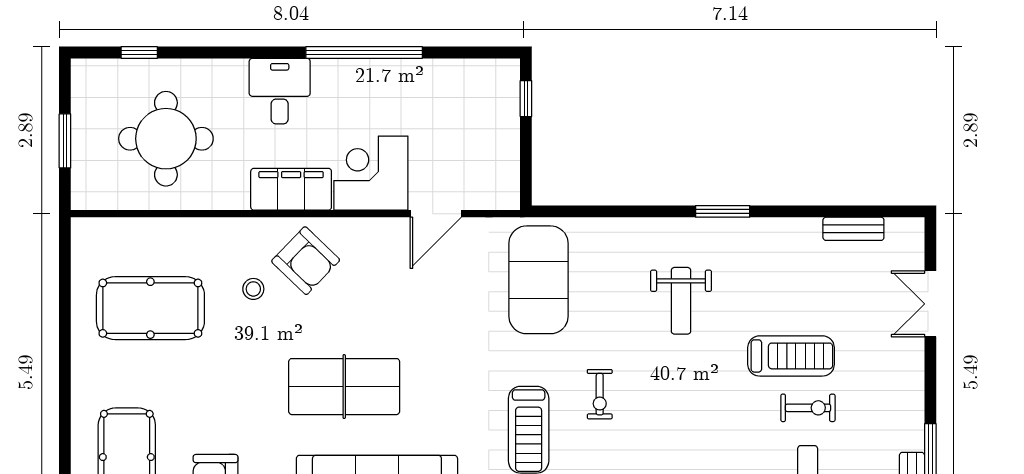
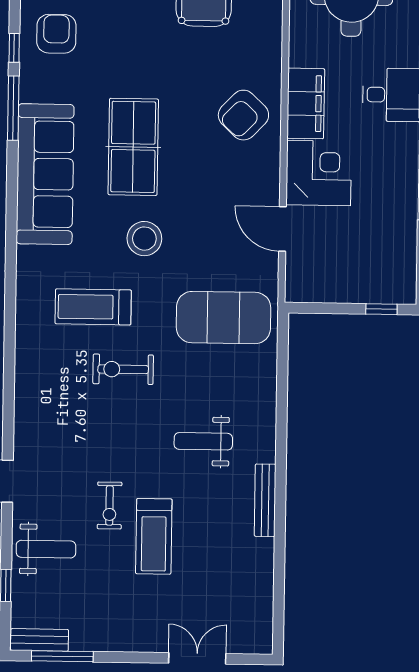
window: (723, 211) -> (281, 479), removed
bench: (853, 229) -> (265, 500), moved, width x1.36
stool: (253, 289) -> (144, 239), moved, width x1.89, depth x1.89
exercise bike: (600, 394) -> (123, 369), width x1.38, depth x1.39
exercise bike: (808, 408) -> (110, 505), moved

